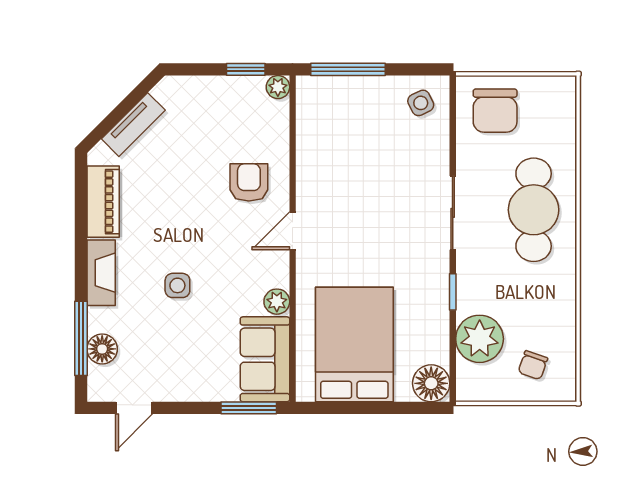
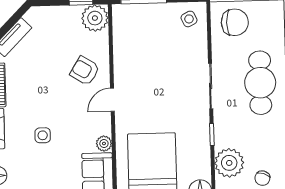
plant: (278, 87) -> (95, 18), width x1.87, depth x1.87
chair: (495, 111) -> (235, 22), turned -90
armchair: (249, 182) -> (85, 71), turned -58

